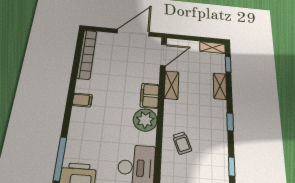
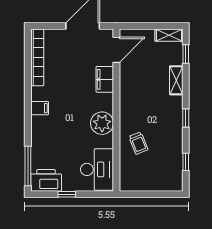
shelving: (172, 85) -> (126, 84), removed
filing cabinet: (150, 96) -> (105, 79), moved

